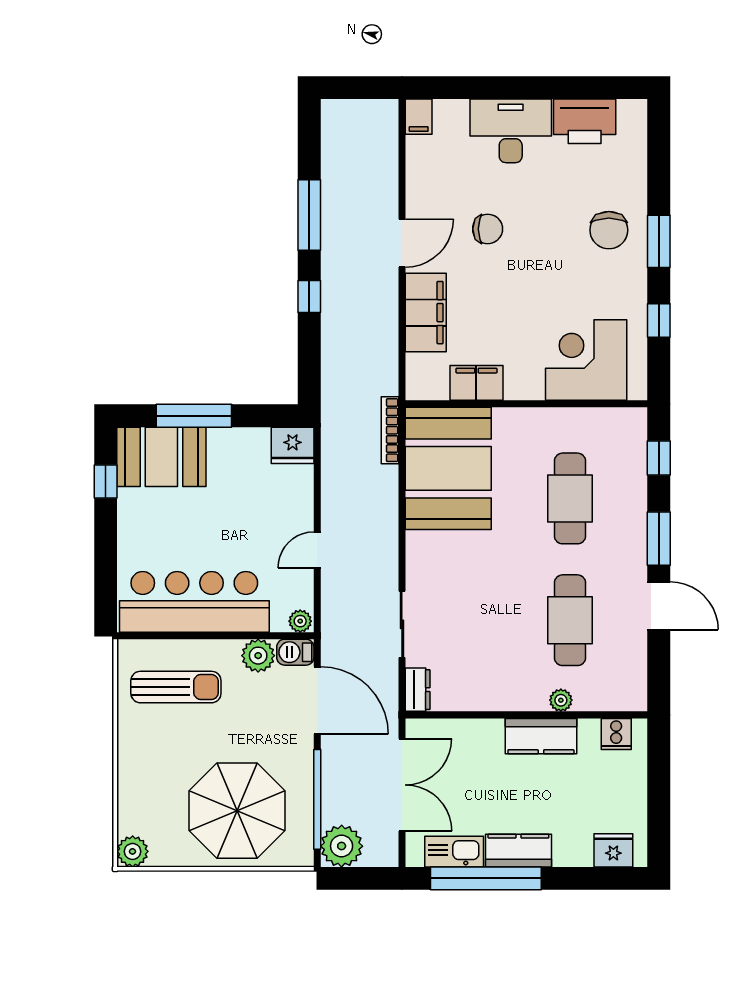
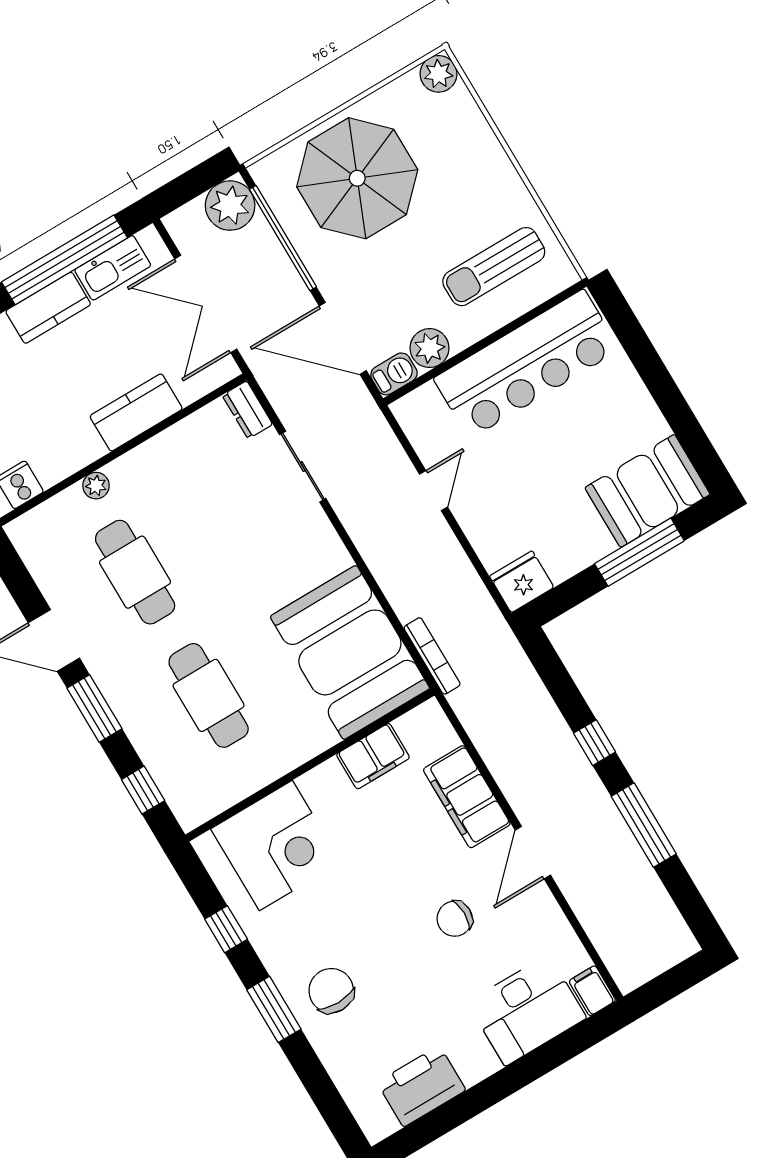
desk: (511, 131) -> (527, 1010), moved
window: (106, 482) -> (689, 432), removed
plant: (300, 621) -> (408, 408), removed
kitchen counter: (541, 736) -> (136, 412), moved

